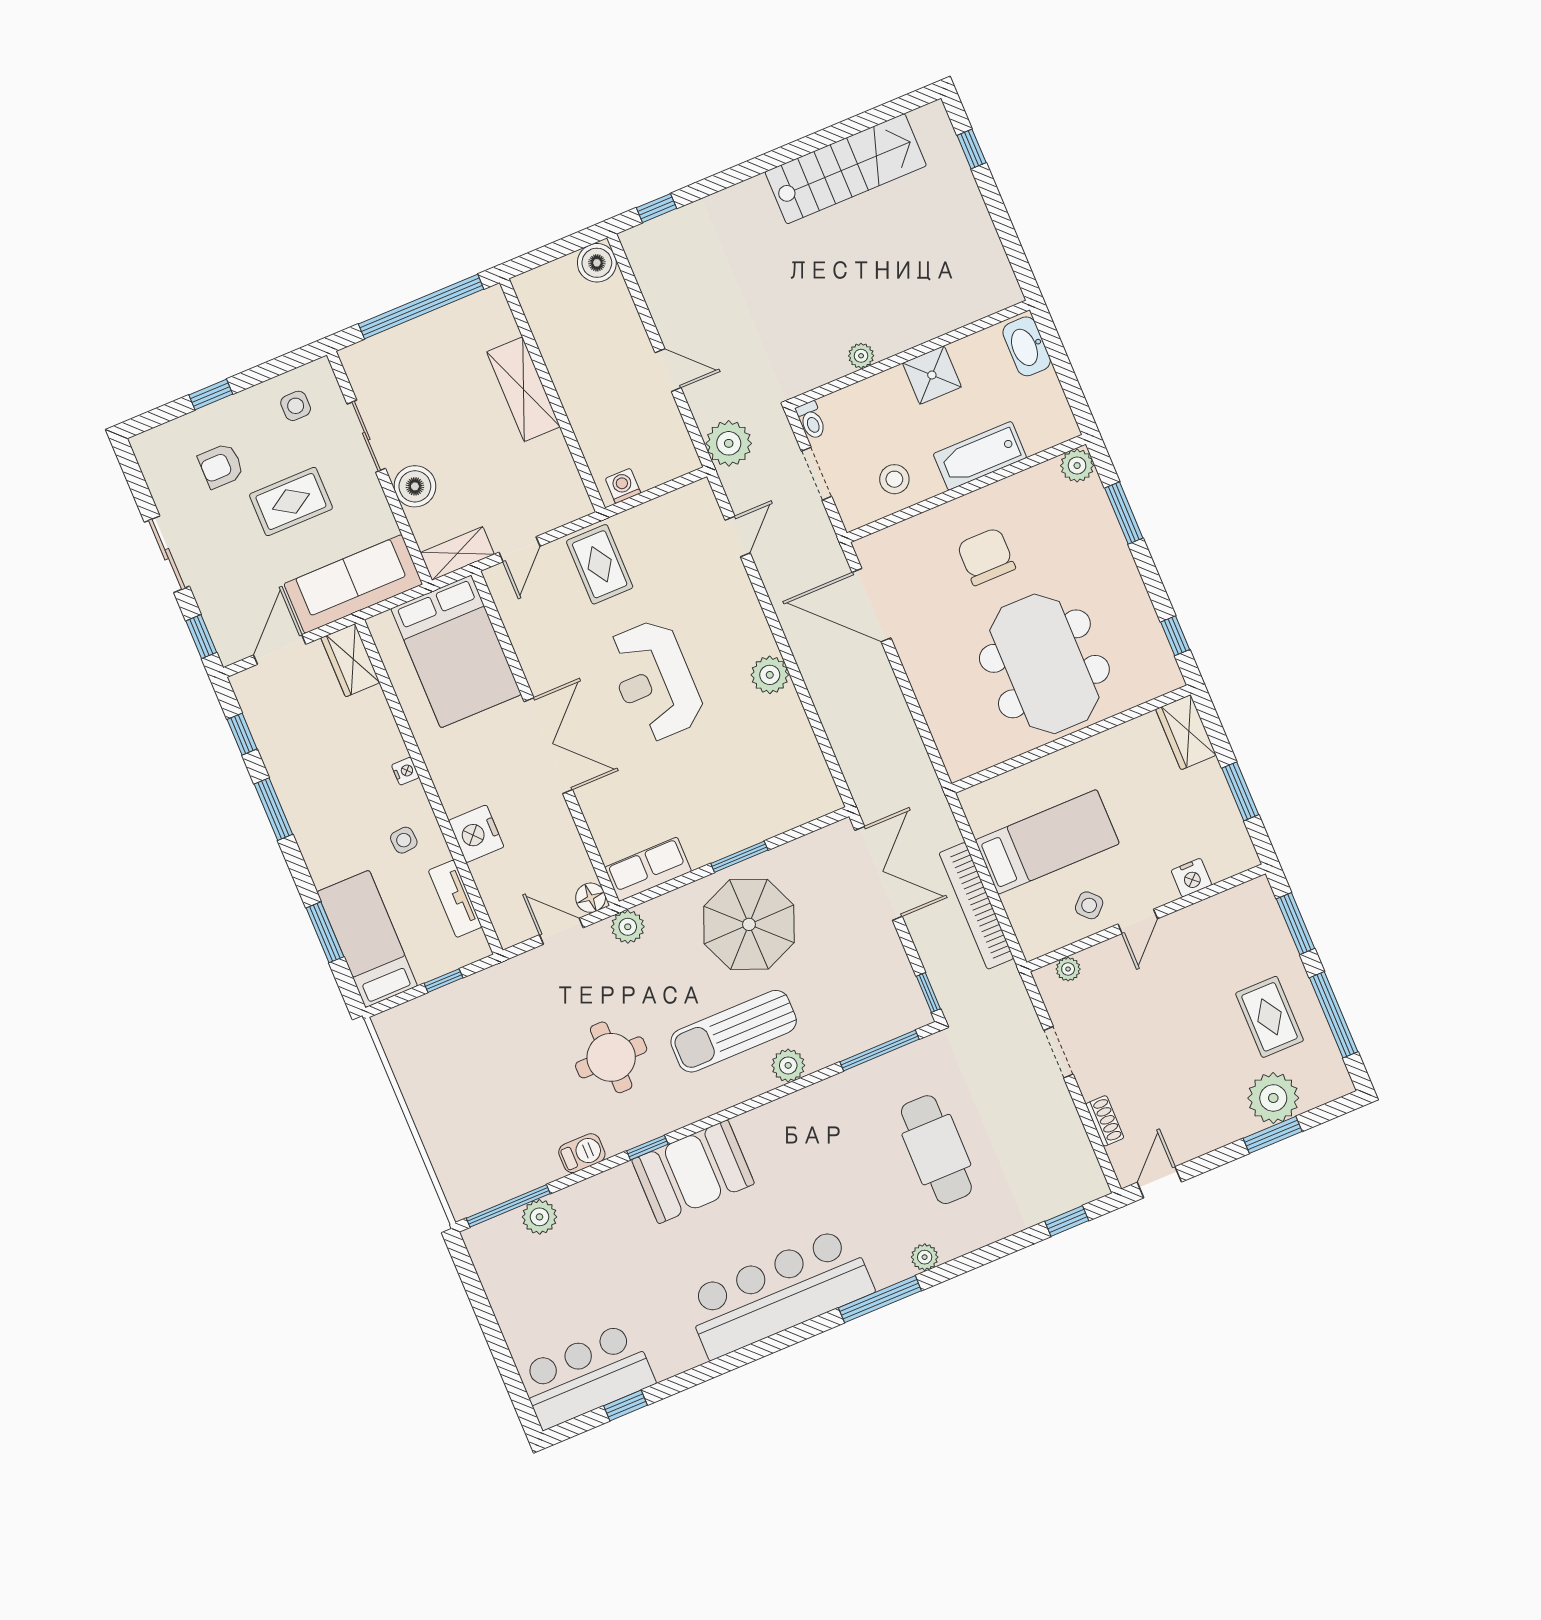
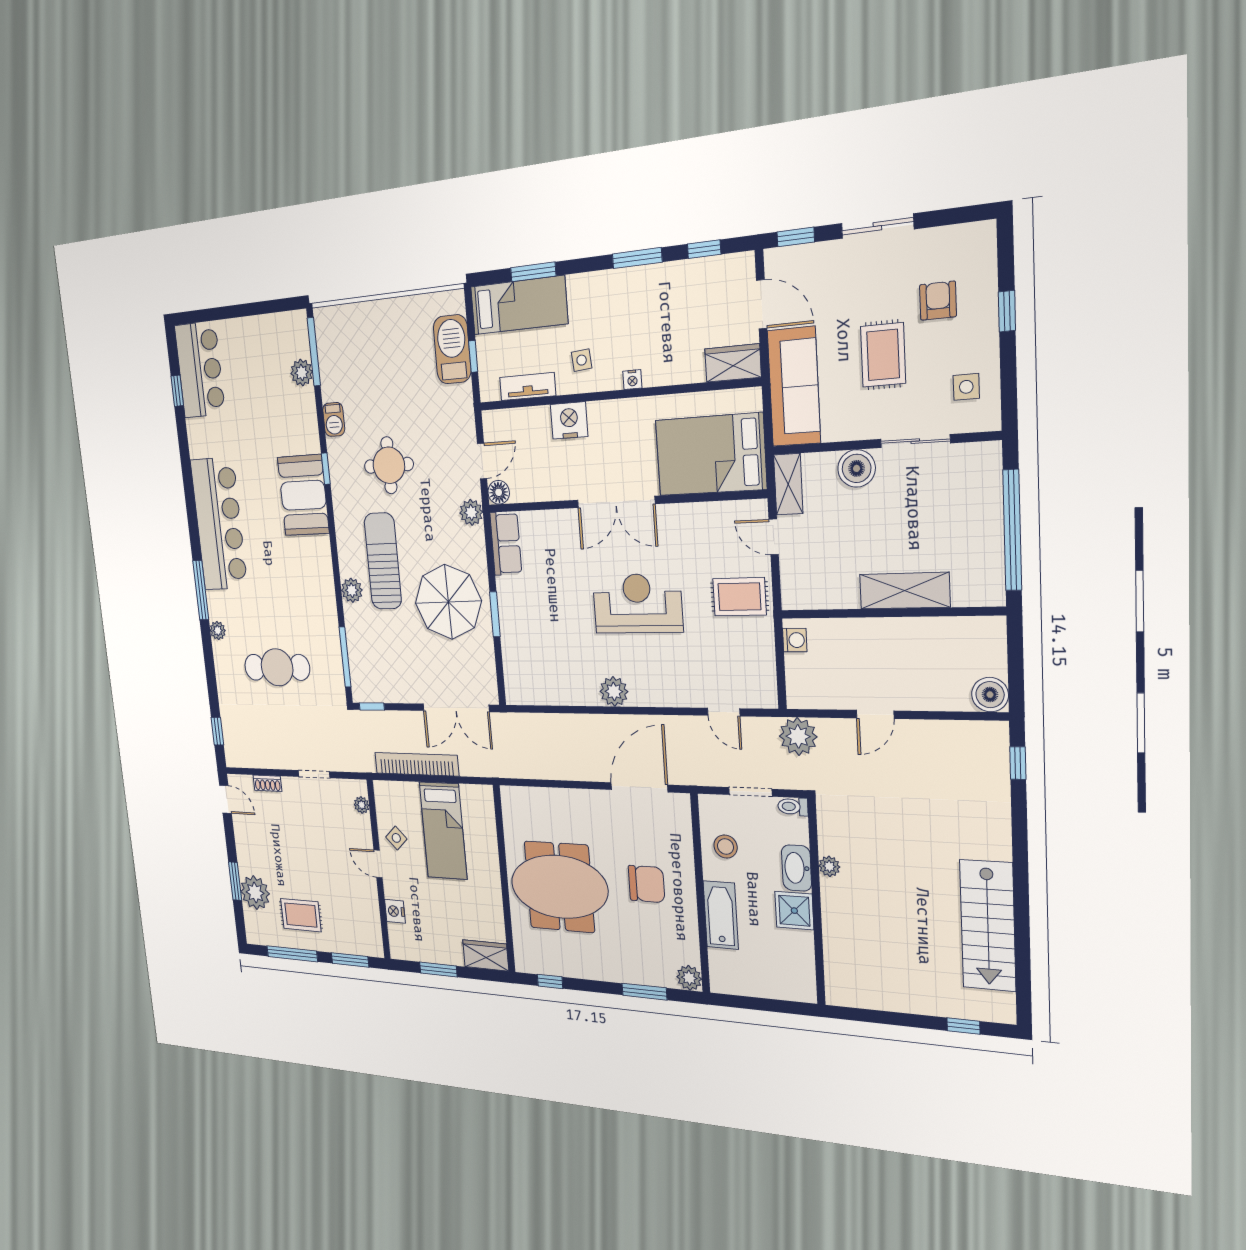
washbasin: (1027, 346) -> (797, 868), moved, turned -90
barbecue: (444, 1011) -> (452, 349), added

